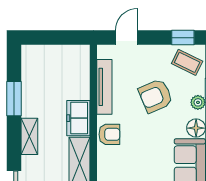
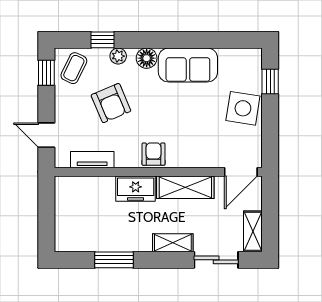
tv unit: (104, 87) -> (92, 160), width x0.71
shelving: (29, 136) -> (173, 243), moved

